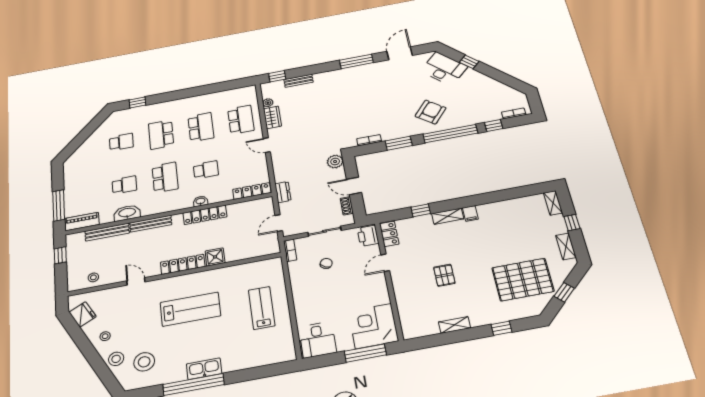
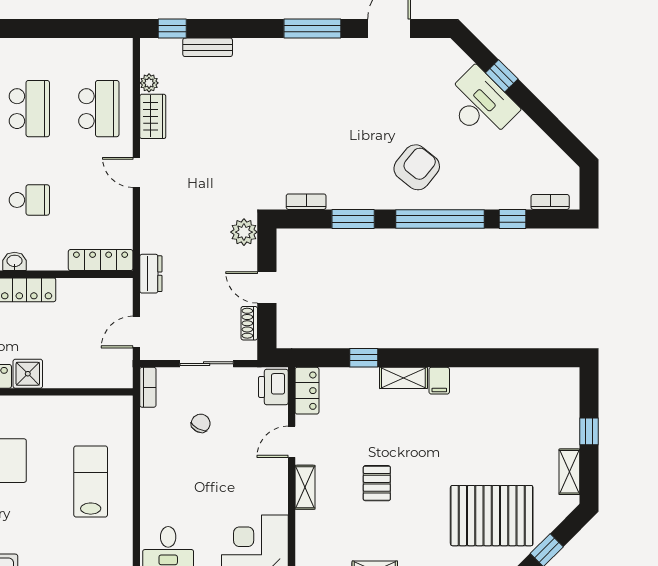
desk: (444, 69) -> (480, 104), moved
shelving: (553, 203) -> (305, 487), moved

